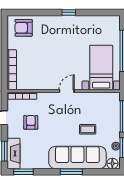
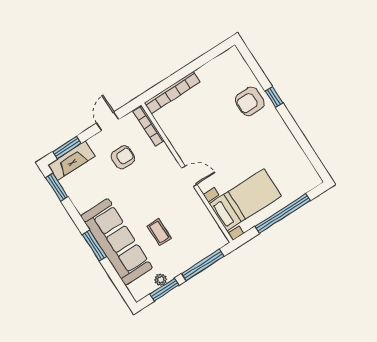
window: (69, 12) -> (274, 97), moved
armchair: (24, 28) -> (250, 101), moved, turned -90
floor lamp: (112, 163) -> (137, 289), removed

